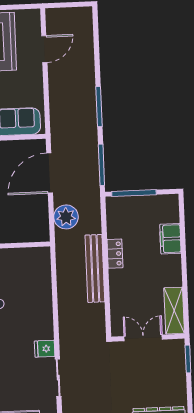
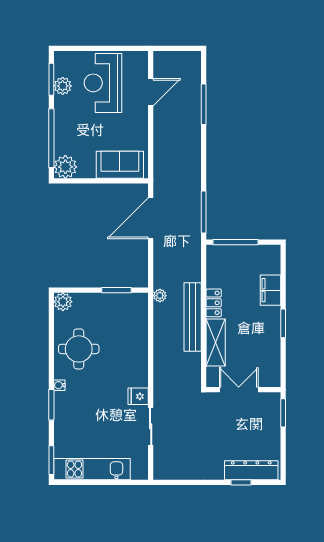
window: (99, 107) -> (204, 104), moved
plant: (66, 217) -> (160, 296), moved, width x0.53, depth x0.53
window: (19, 245) -> (116, 290), added
window: (184, 271) -> (283, 323), added
shelving: (174, 311) -> (216, 342), moved

